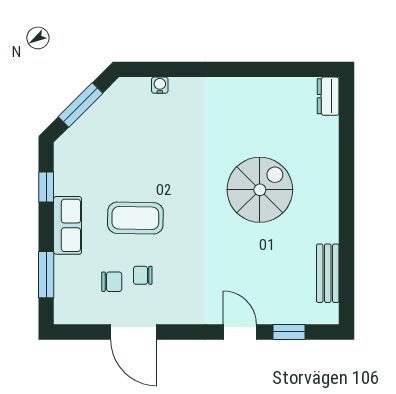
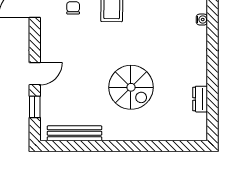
dresser: (328, 96) -> (200, 99), moved, turned -90
bench: (328, 273) -> (75, 133), width x1.36

